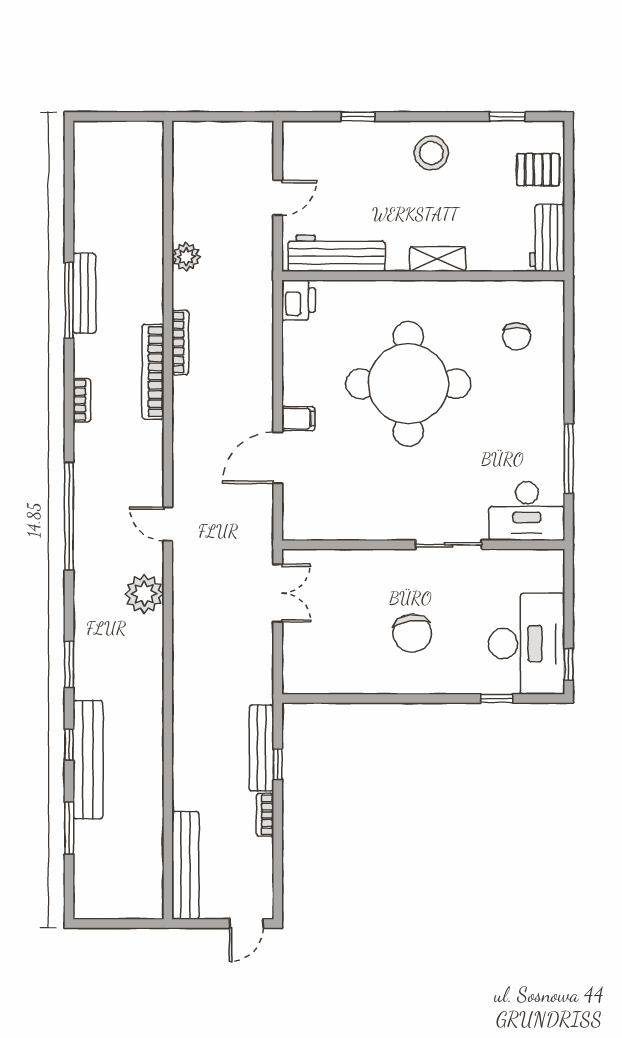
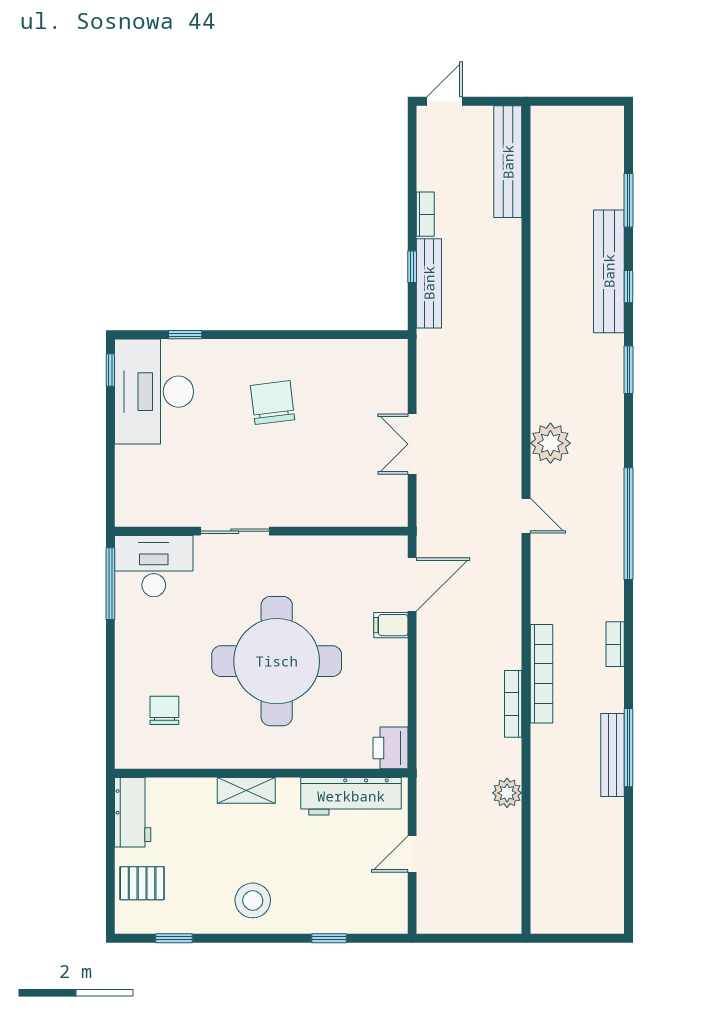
desk: (527, 511) -> (154, 566), moved
wall: (423, 545) -> (261, 531), moved
sliding door: (449, 545) -> (235, 531), moved

